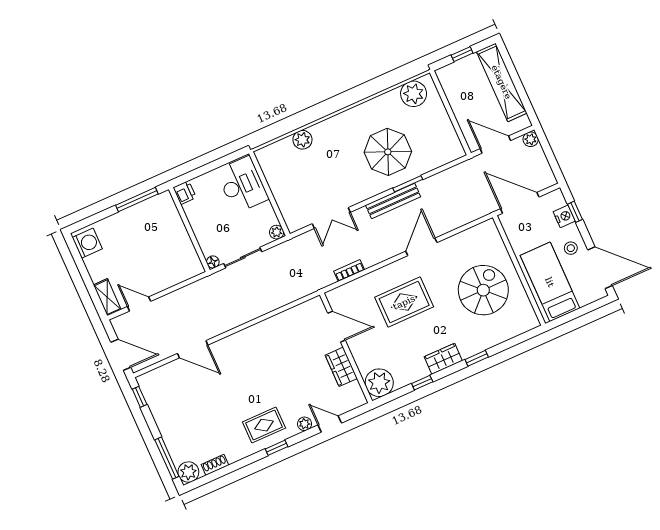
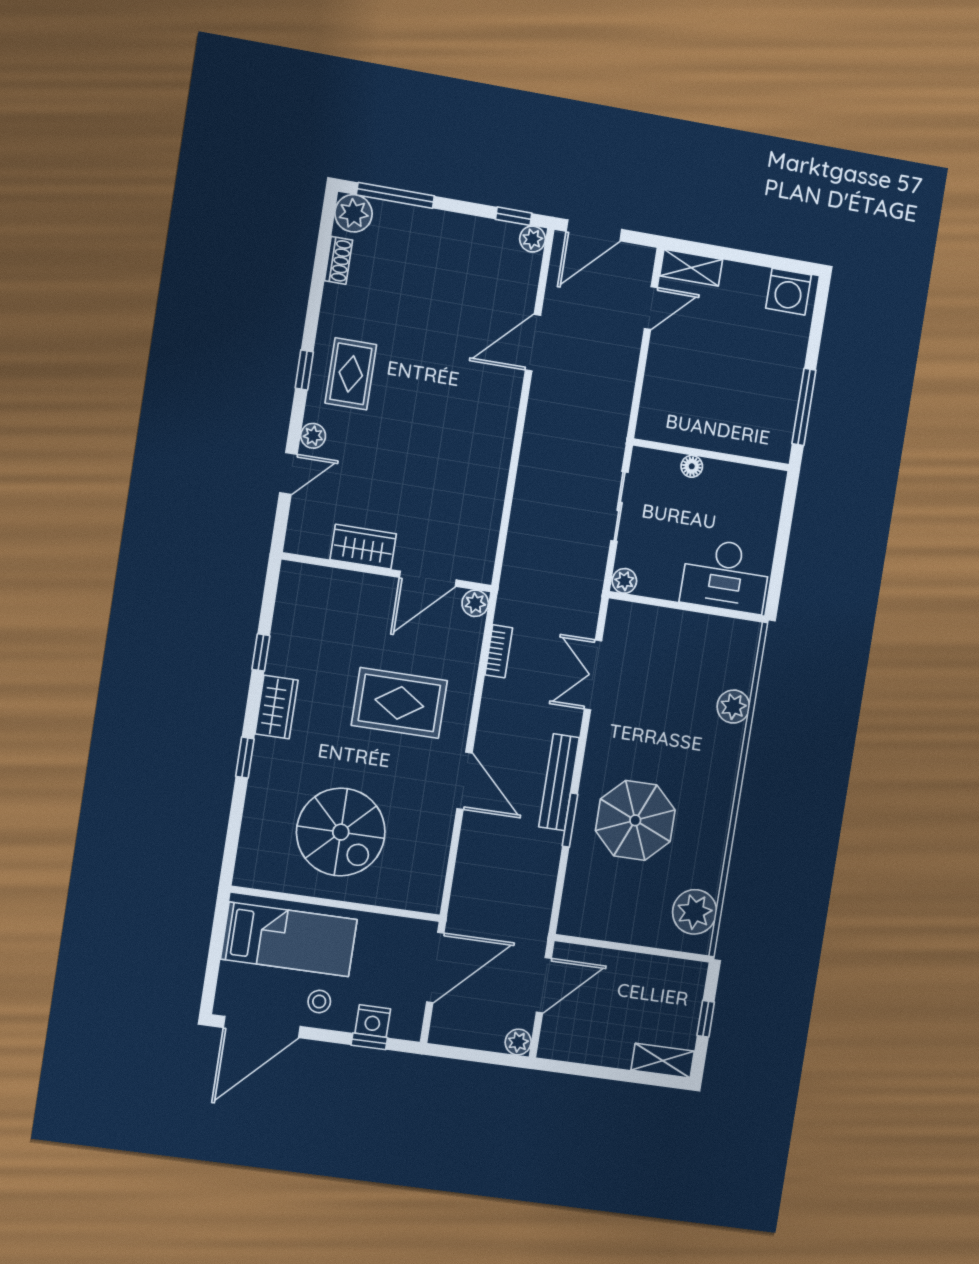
shelving: (502, 82) -> (663, 1061), width x0.45, depth x0.75
printer: (185, 193) -> (769, 484), removed
floor lamp: (213, 262) -> (692, 466), moved
rug: (404, 302) -> (399, 703), turned 90
plant: (144, 381) -> (533, 239), added
plant: (379, 383) -> (475, 603), moved, width x0.53, depth x0.53

